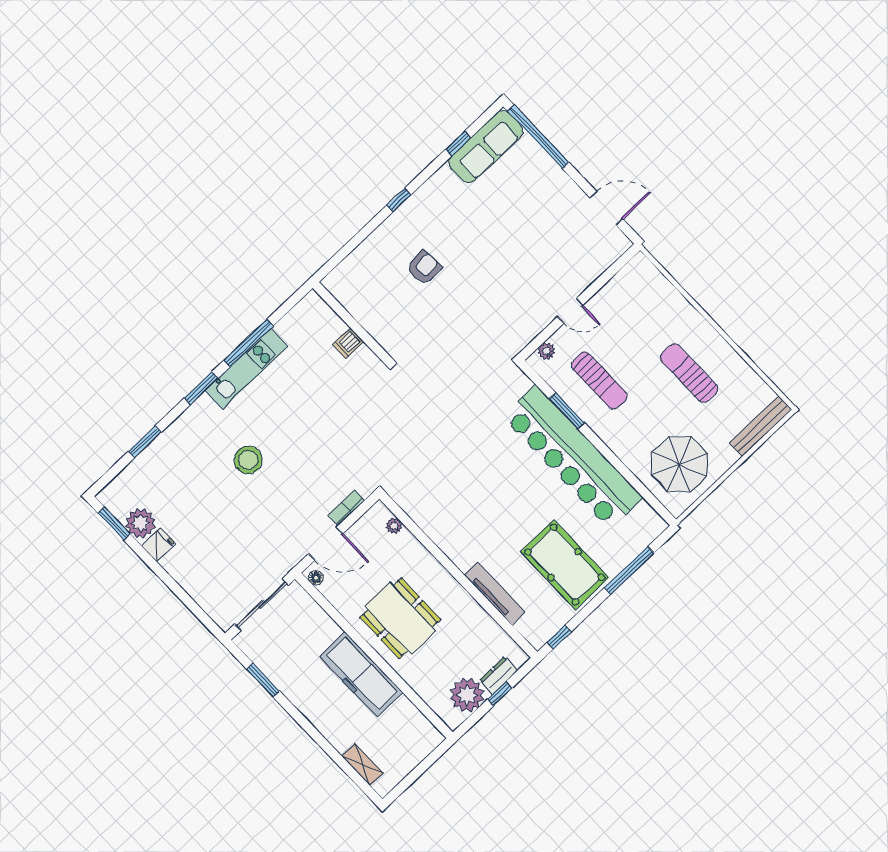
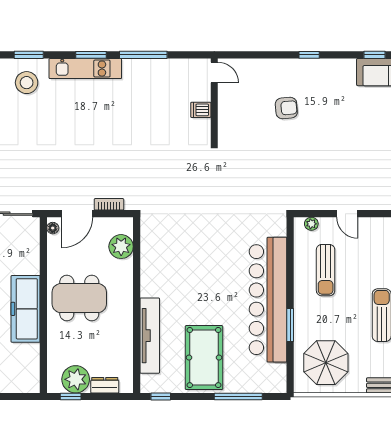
door: (328, 298) -> (214, 72), added
kitchen unit: (246, 369) -> (85, 69), moved
window: (567, 411) -> (290, 325), moved
stool: (248, 460) -> (27, 83), moved
plant: (394, 526) -> (121, 247), width x1.88, depth x1.88
door: (326, 544) -> (77, 214), hinge flipped
tv unit: (495, 593) -> (150, 336), width x1.36, depth x1.29
dining table: (400, 618) -> (79, 298), turned 90
window: (500, 694) -> (71, 396), moved

